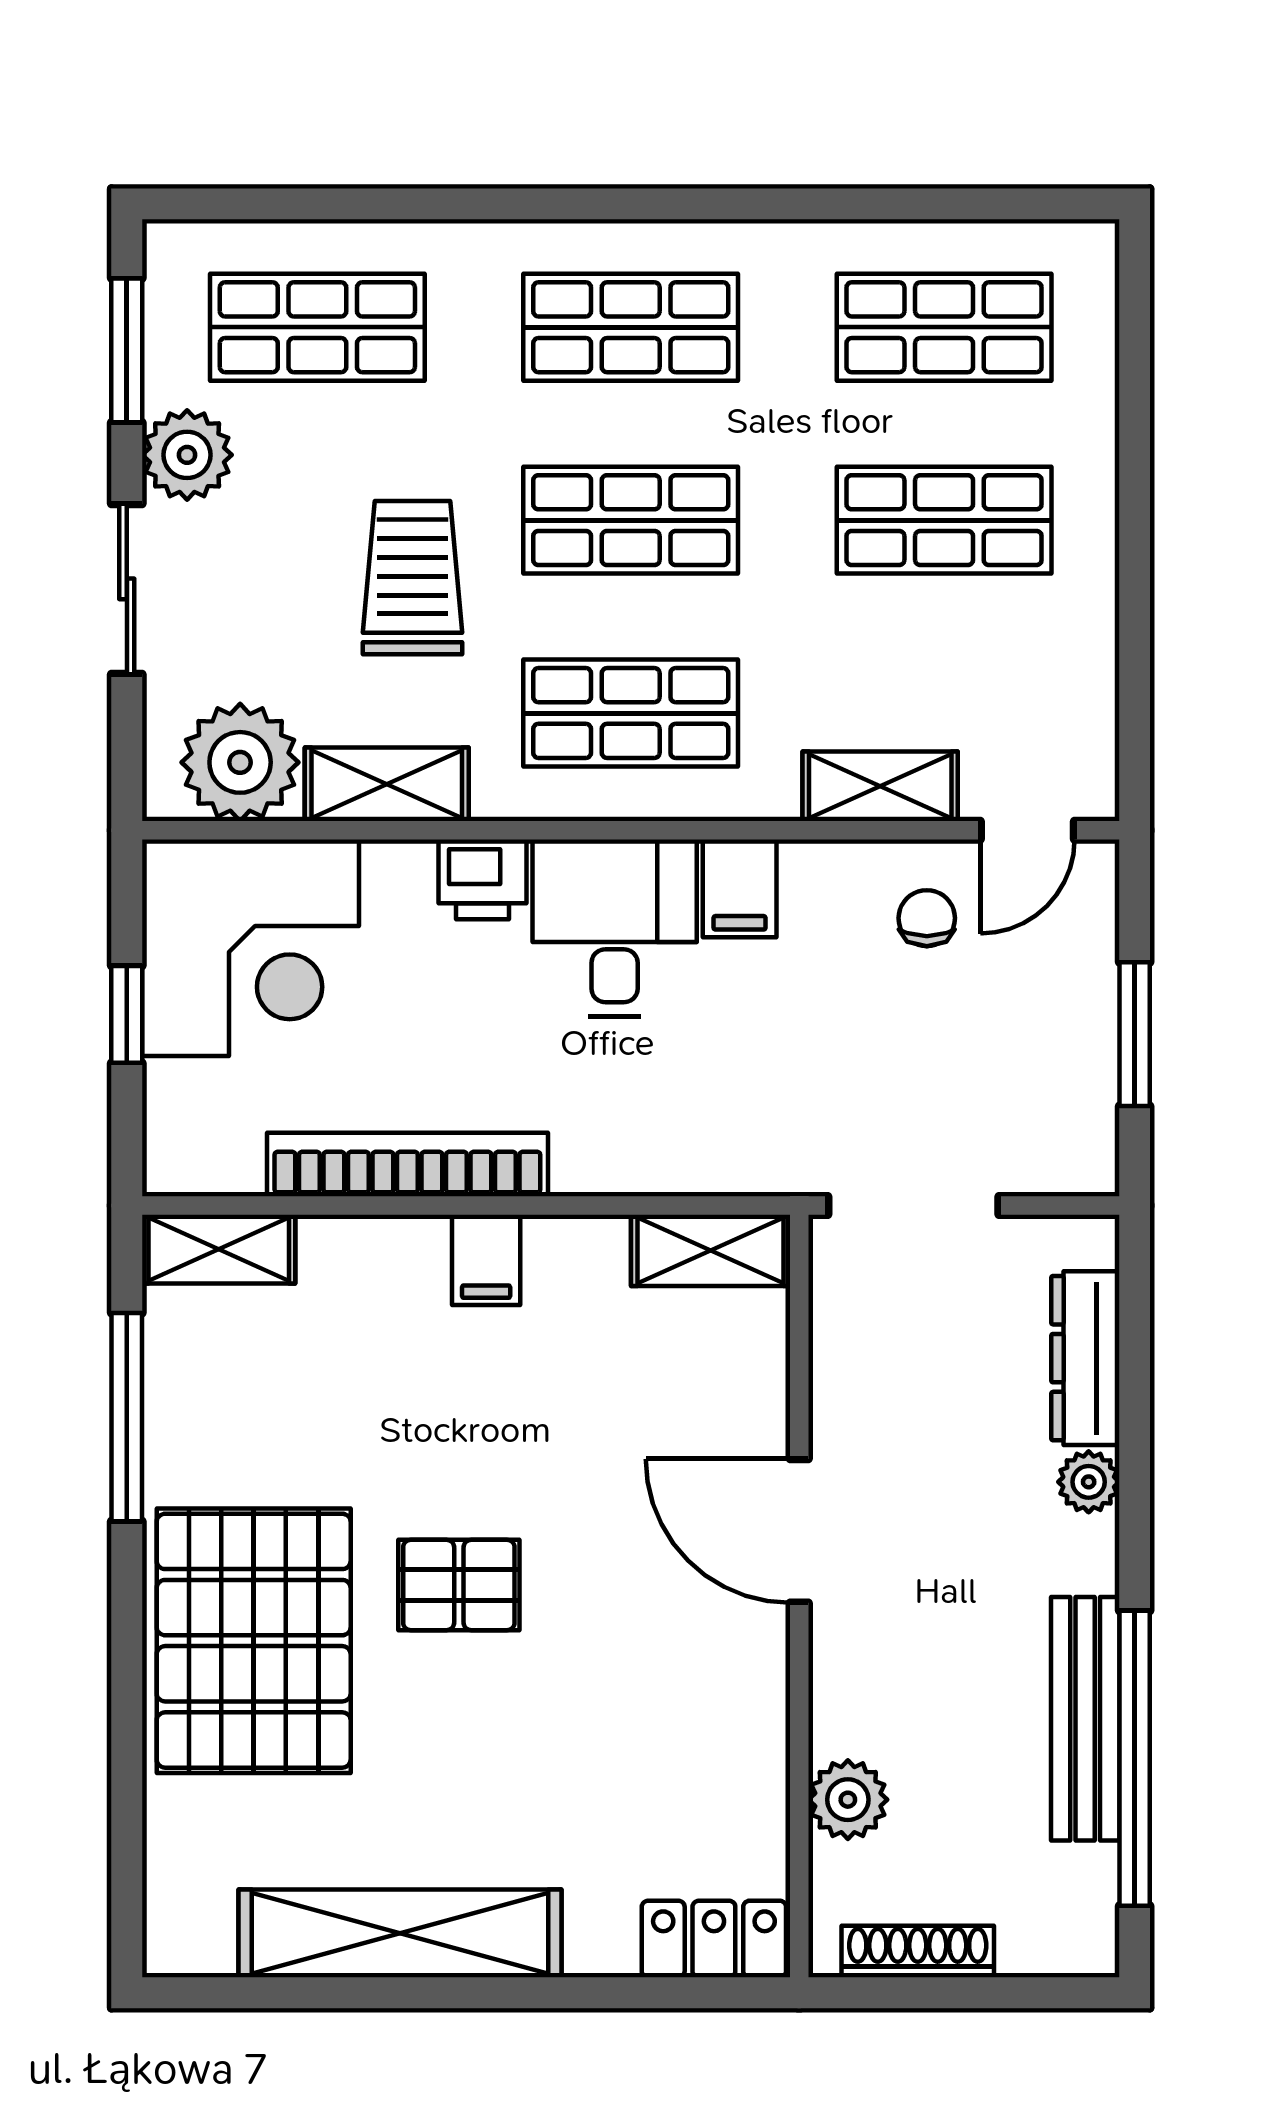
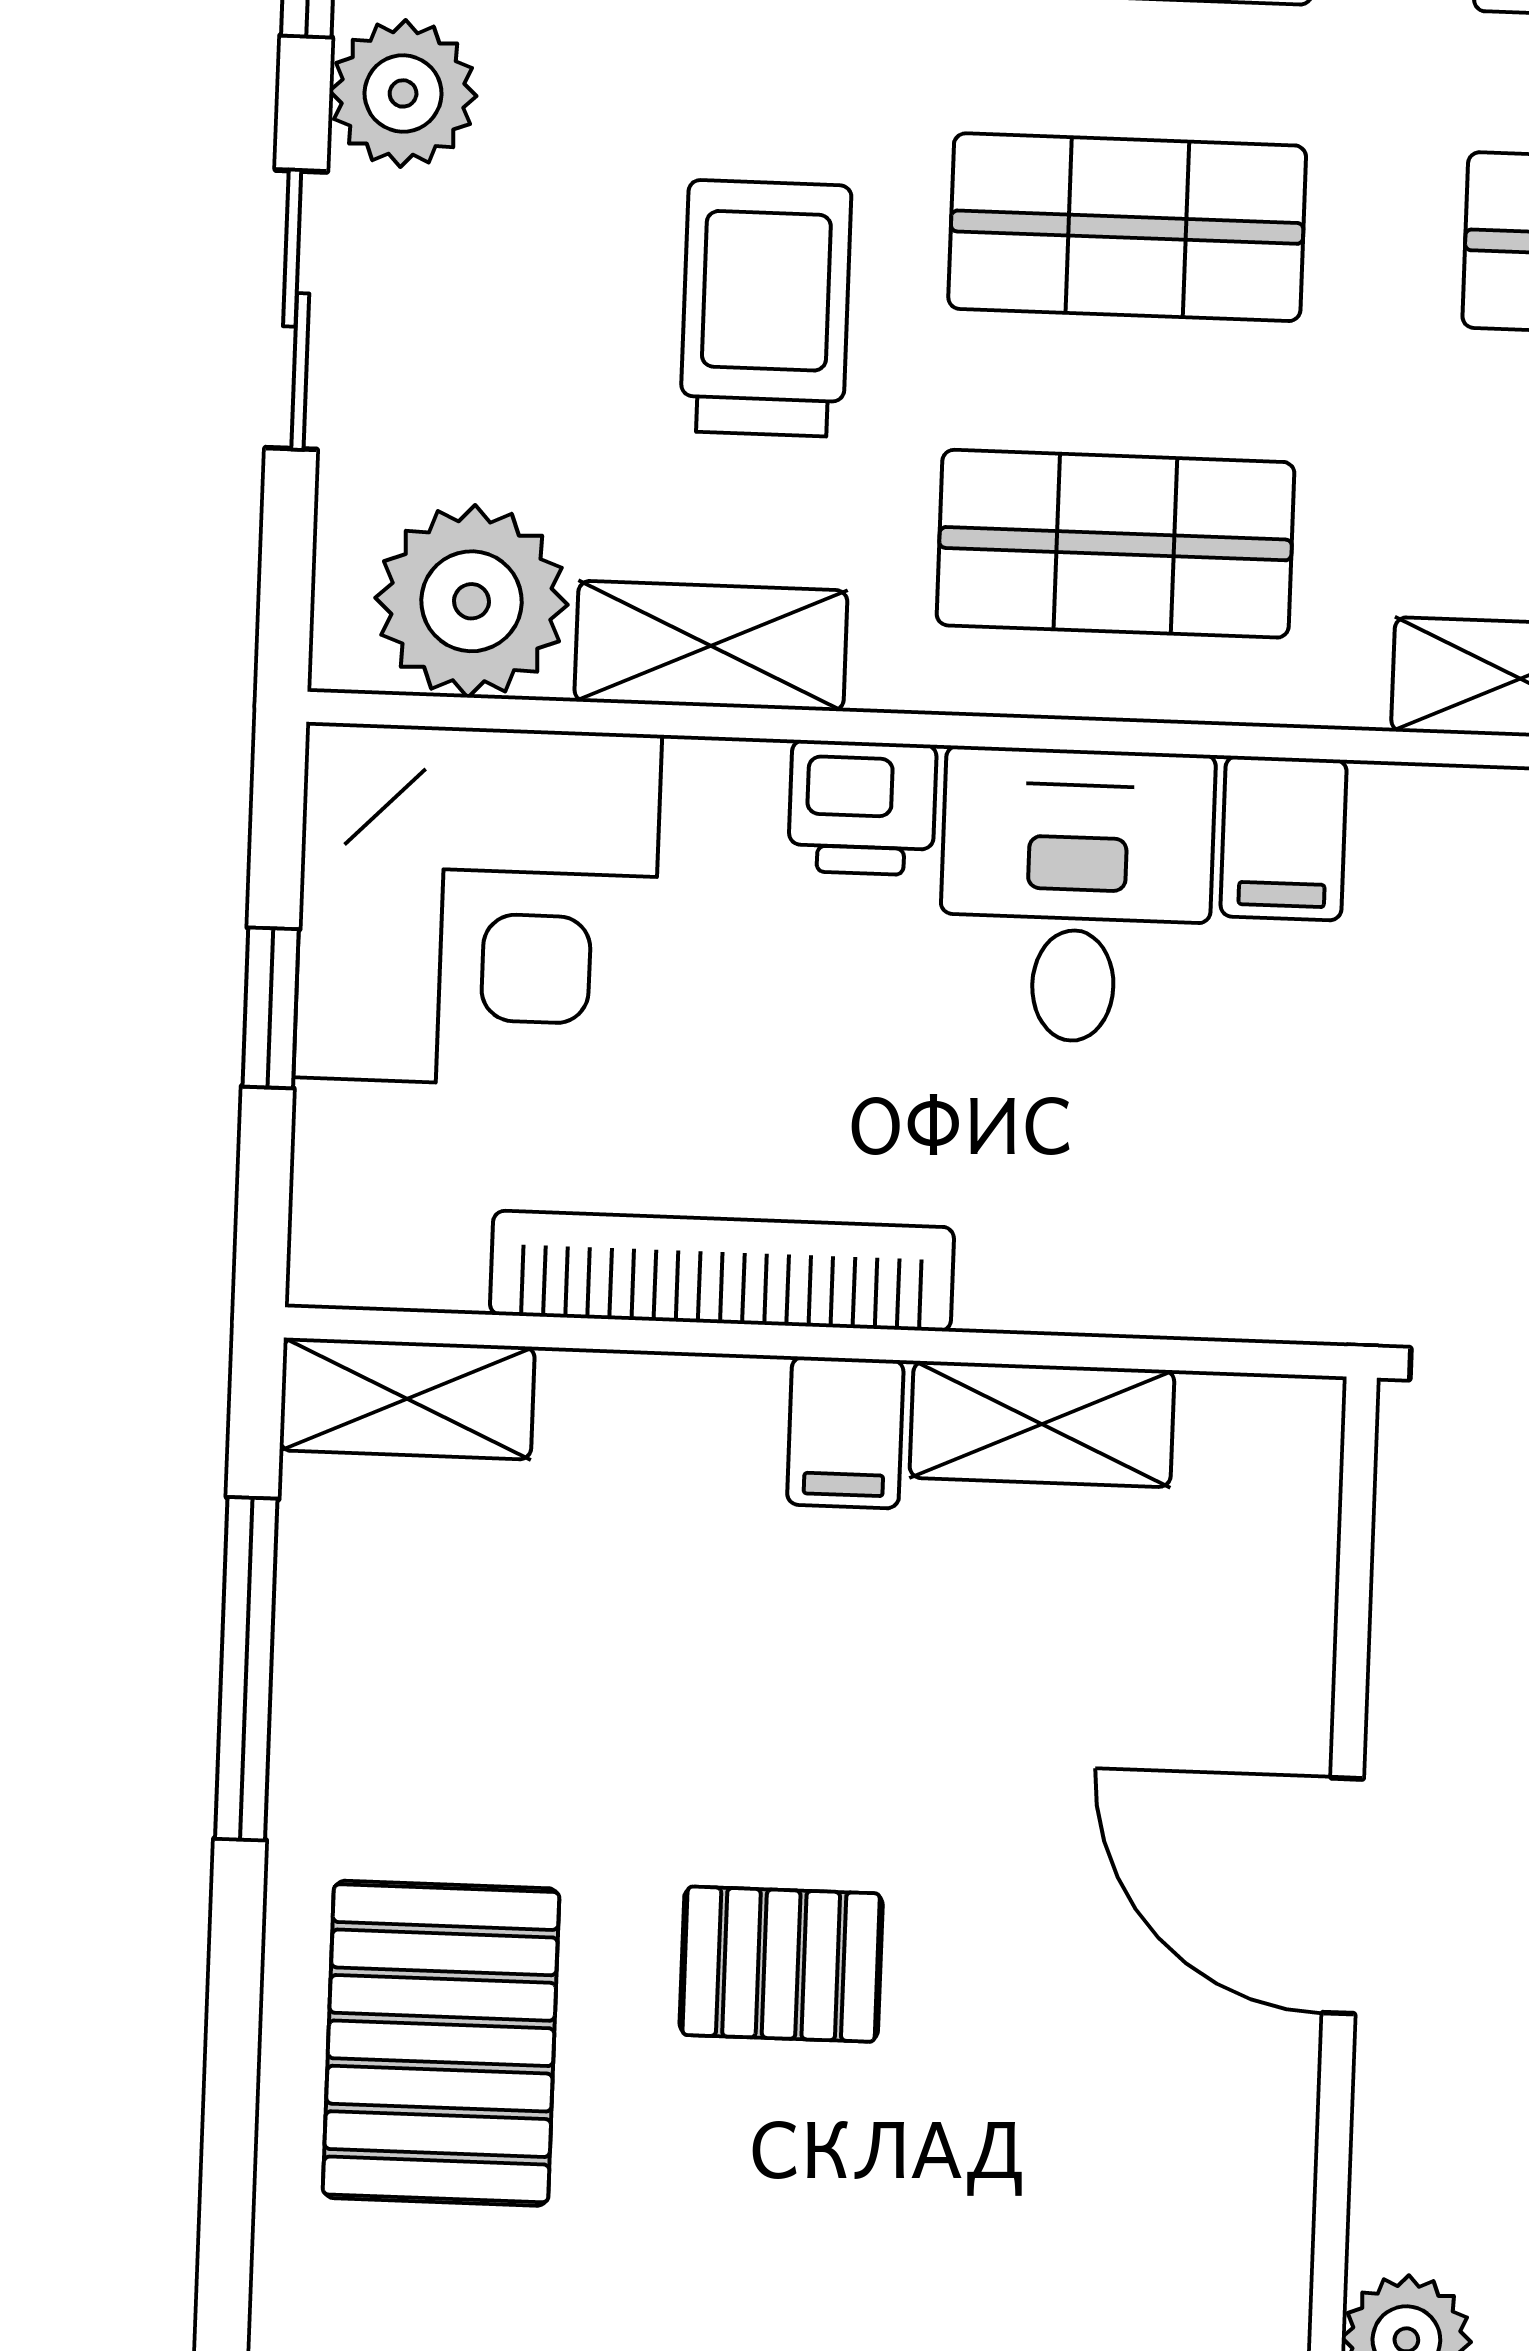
shelving: (711, 1250) -> (1042, 1424), moved
pallet: (254, 1641) -> (441, 2043), width x0.73, depth x0.71

